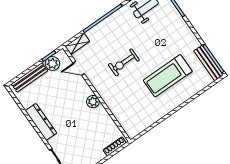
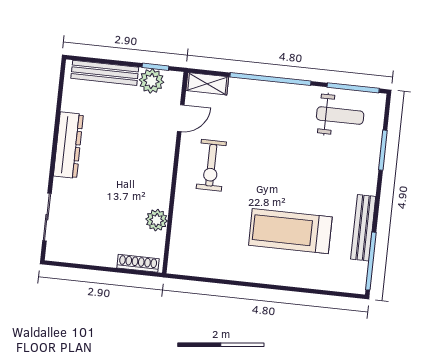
exercise bike: (124, 62) -> (211, 165), moved, turned -90
bench: (209, 63) -> (363, 228), moved
door: (79, 68) -> (181, 118), swing flipped
plant: (93, 102) -> (157, 220), moved

